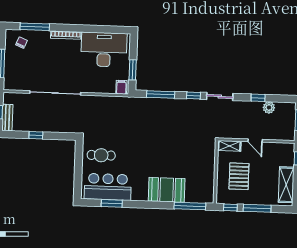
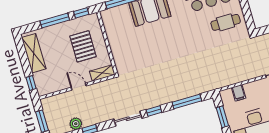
filing cabinet: (121, 87) -> (239, 93), moved

